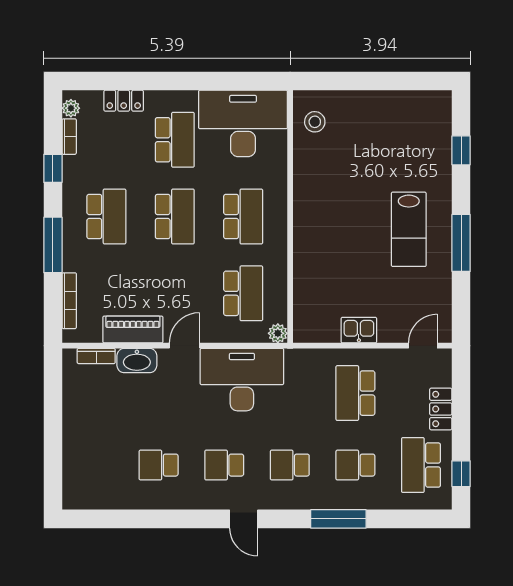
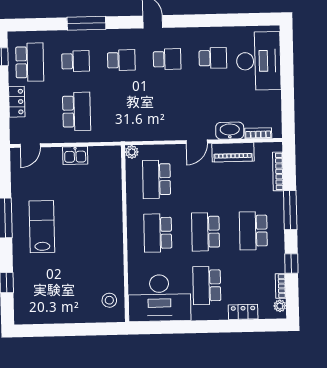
desk: (242, 380) -> (259, 61), moved, turned -90

